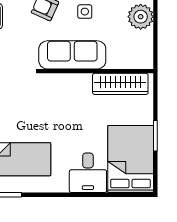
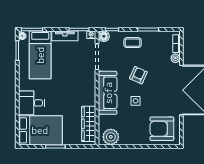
plant: (141, 17) -> (111, 137), moved

